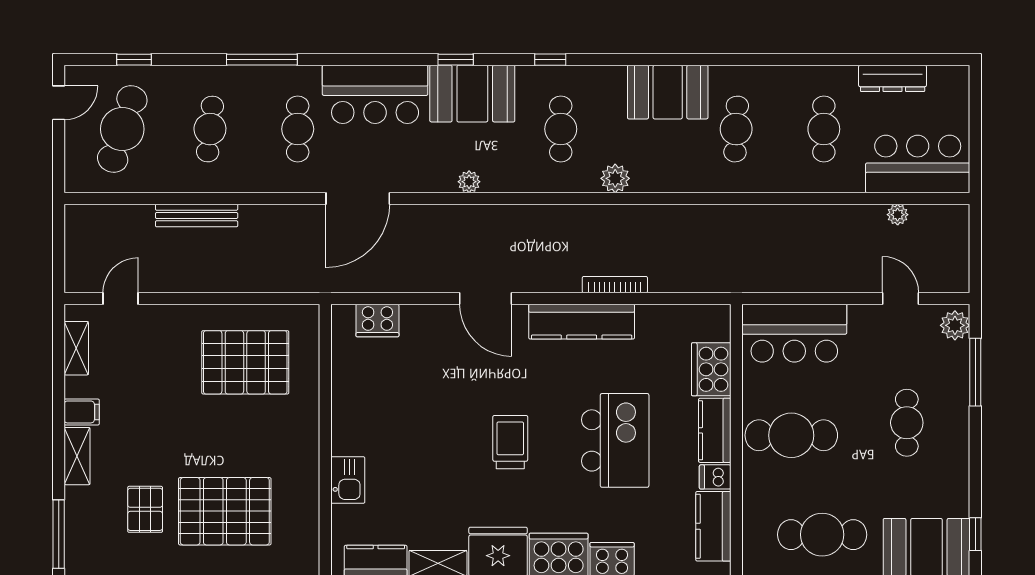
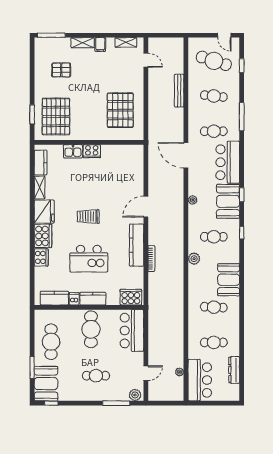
cooker: (377, 320) -> (92, 151), moved, turned -90
cooker: (711, 369) -> (131, 297), moved
trolley: (510, 442) -> (88, 217), turned 180
pallet: (225, 511) -> (56, 116), moved

